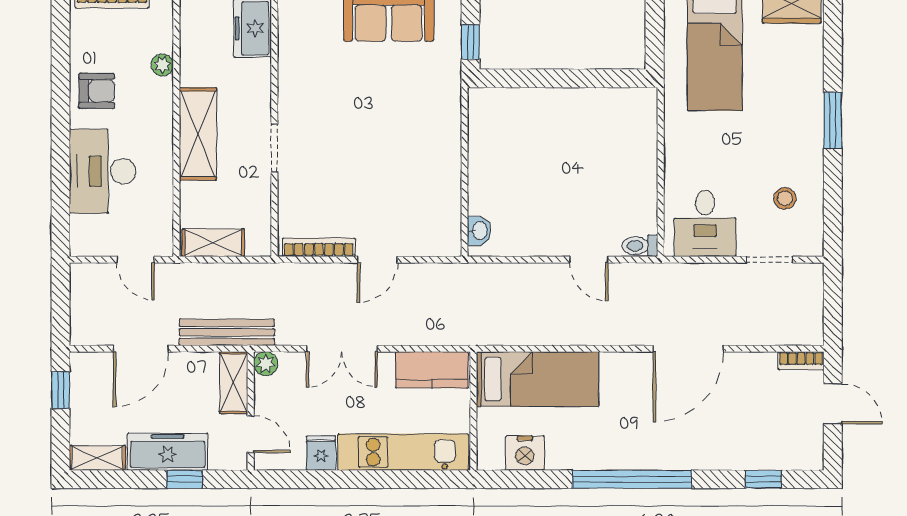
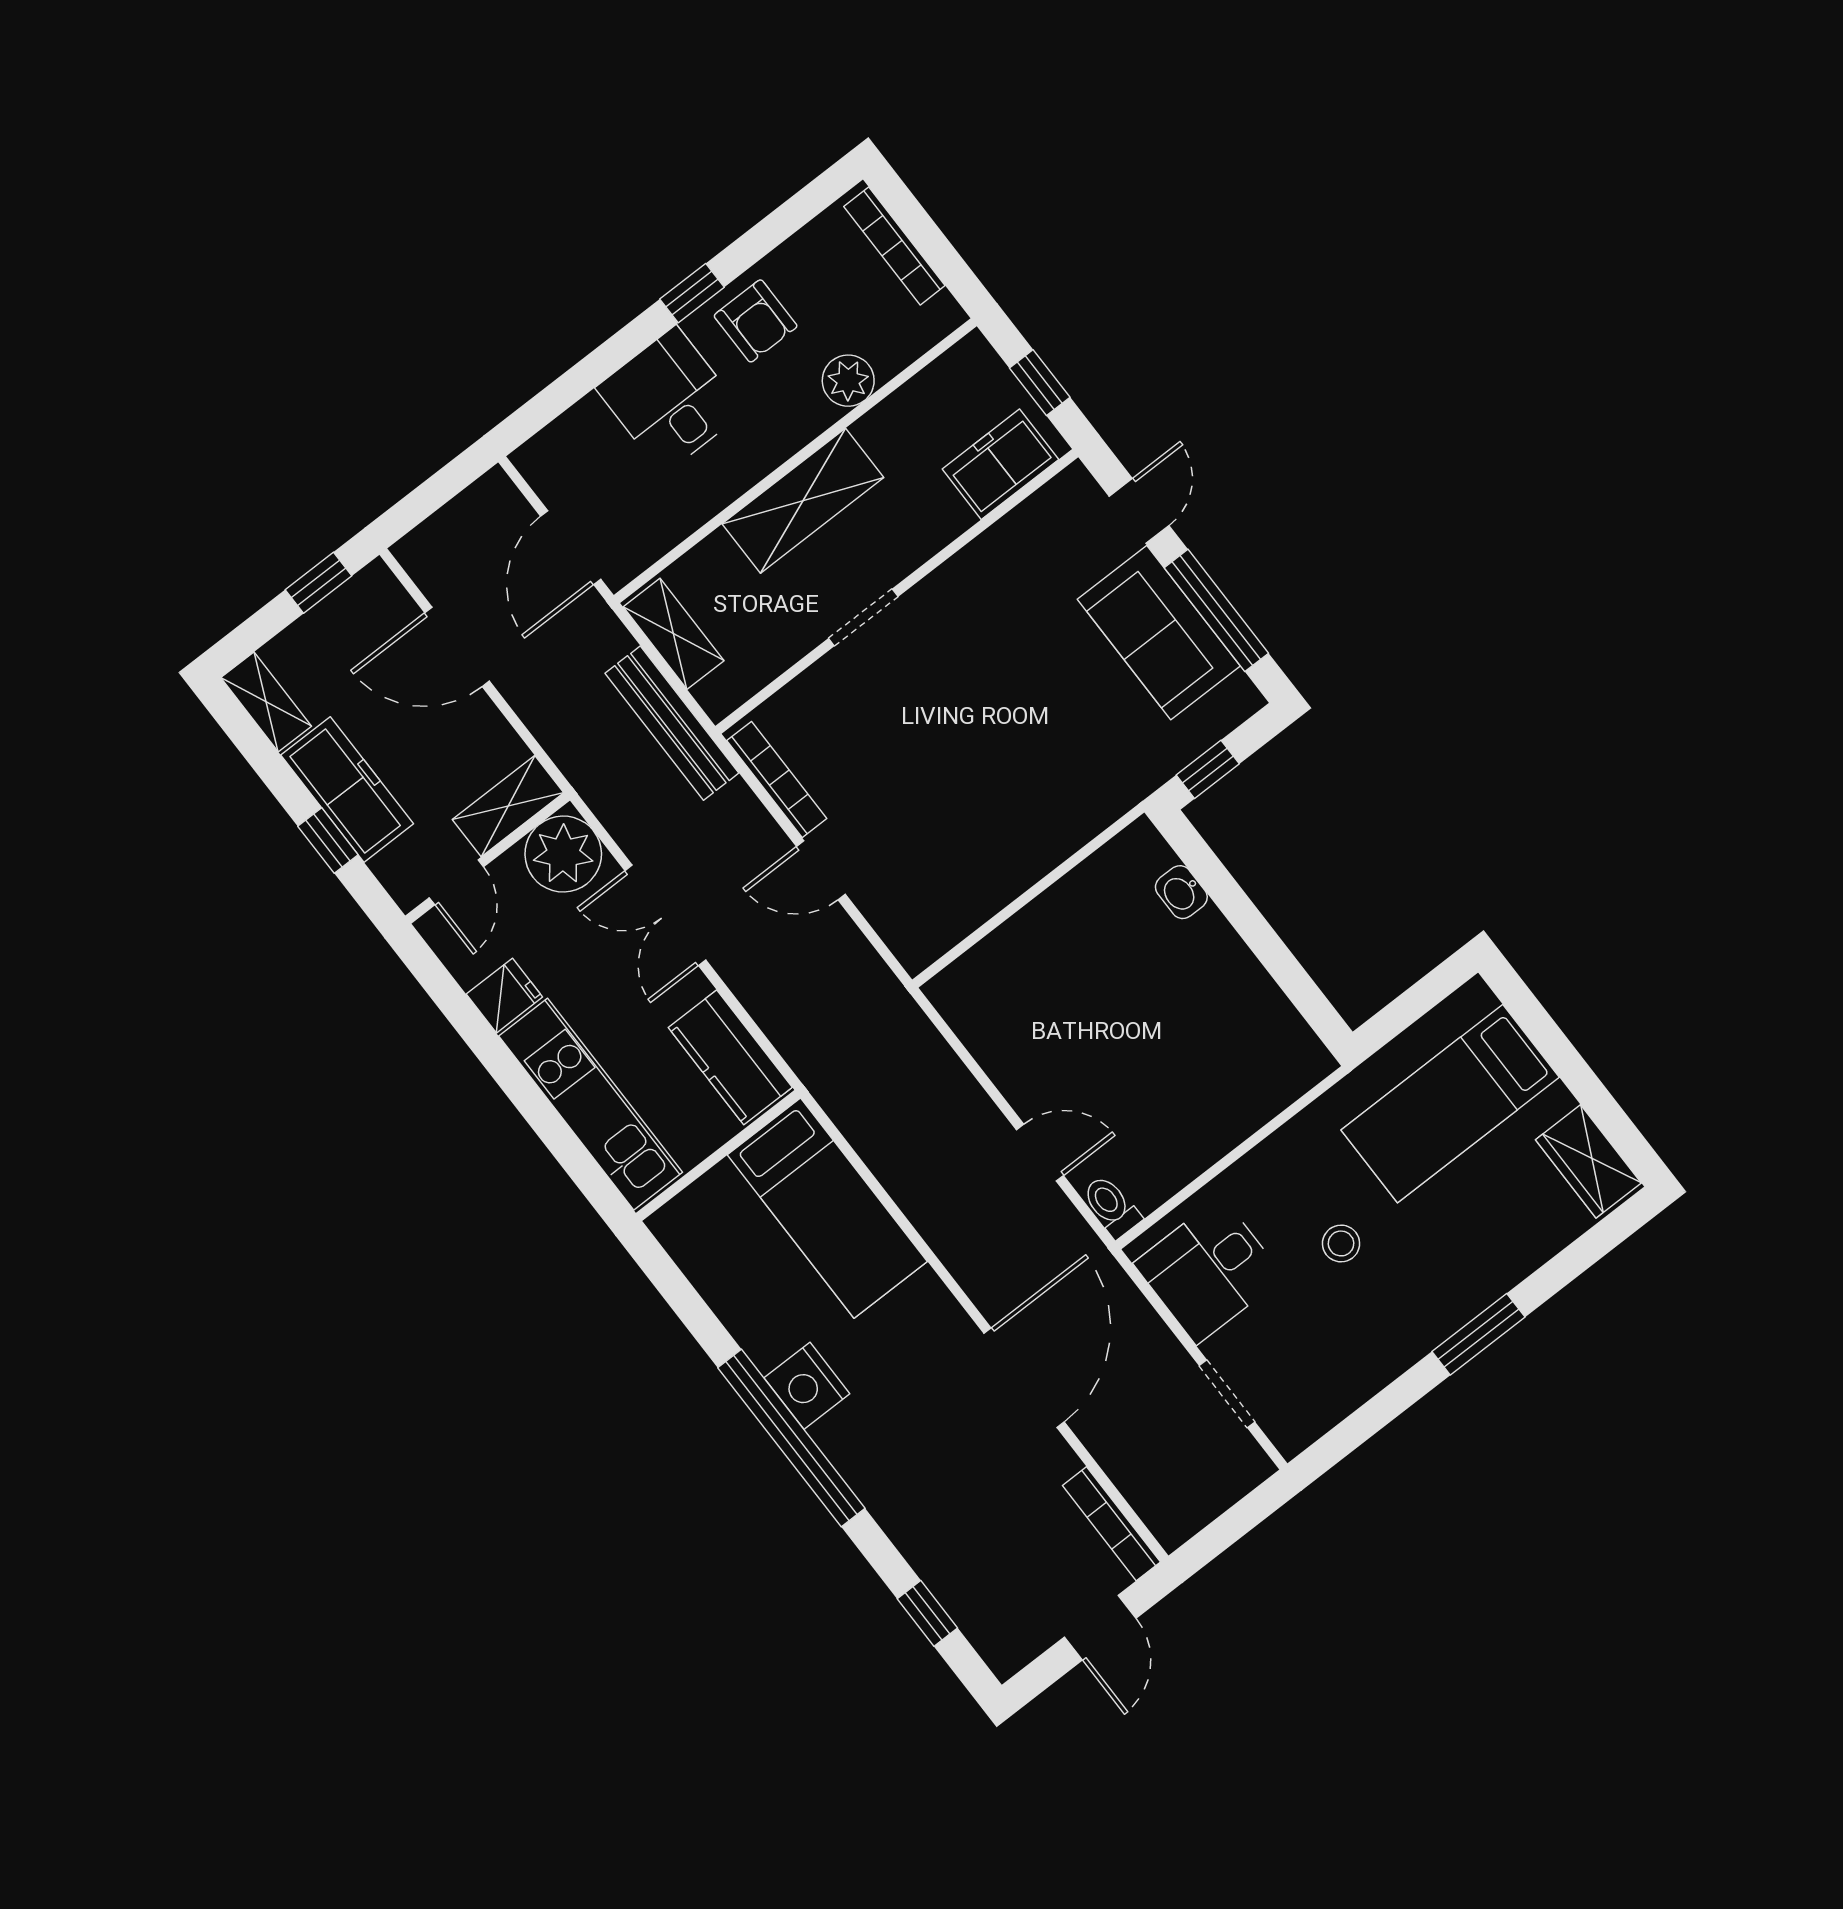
plant: (162, 65) -> (848, 381), width x1.38, depth x1.38
window: (61, 111) -> (692, 293), added
desk: (103, 171) -> (670, 400), width x0.73
stool: (785, 198) -> (1341, 1243), moved
washbasin: (479, 231) -> (1181, 892), moved, turned 90
door: (136, 260) -> (571, 548), width x1.37
door: (589, 260) -> (1040, 1153), swing flipped
bench: (227, 332) -> (672, 723), moved
door: (688, 349) -> (1024, 1378), swing flipped
bookcase: (801, 361) -> (1111, 1524), width x1.56
plant: (266, 364) -> (563, 854), width x1.87, depth x1.87
nightstand: (525, 453) -> (807, 1386), moved

